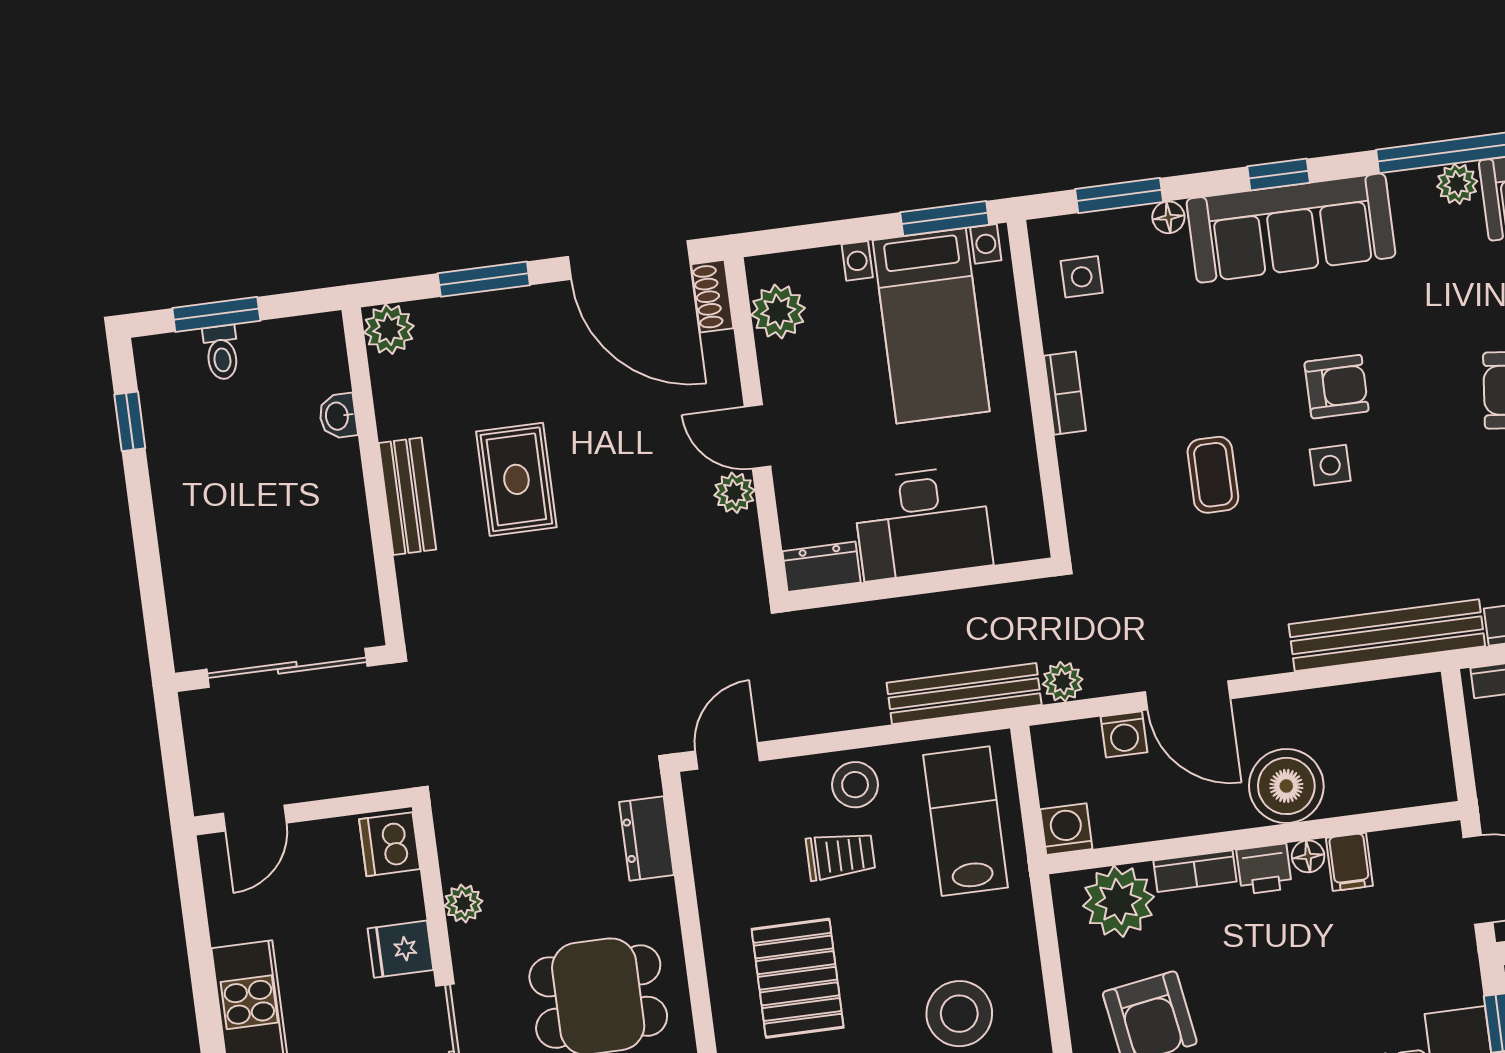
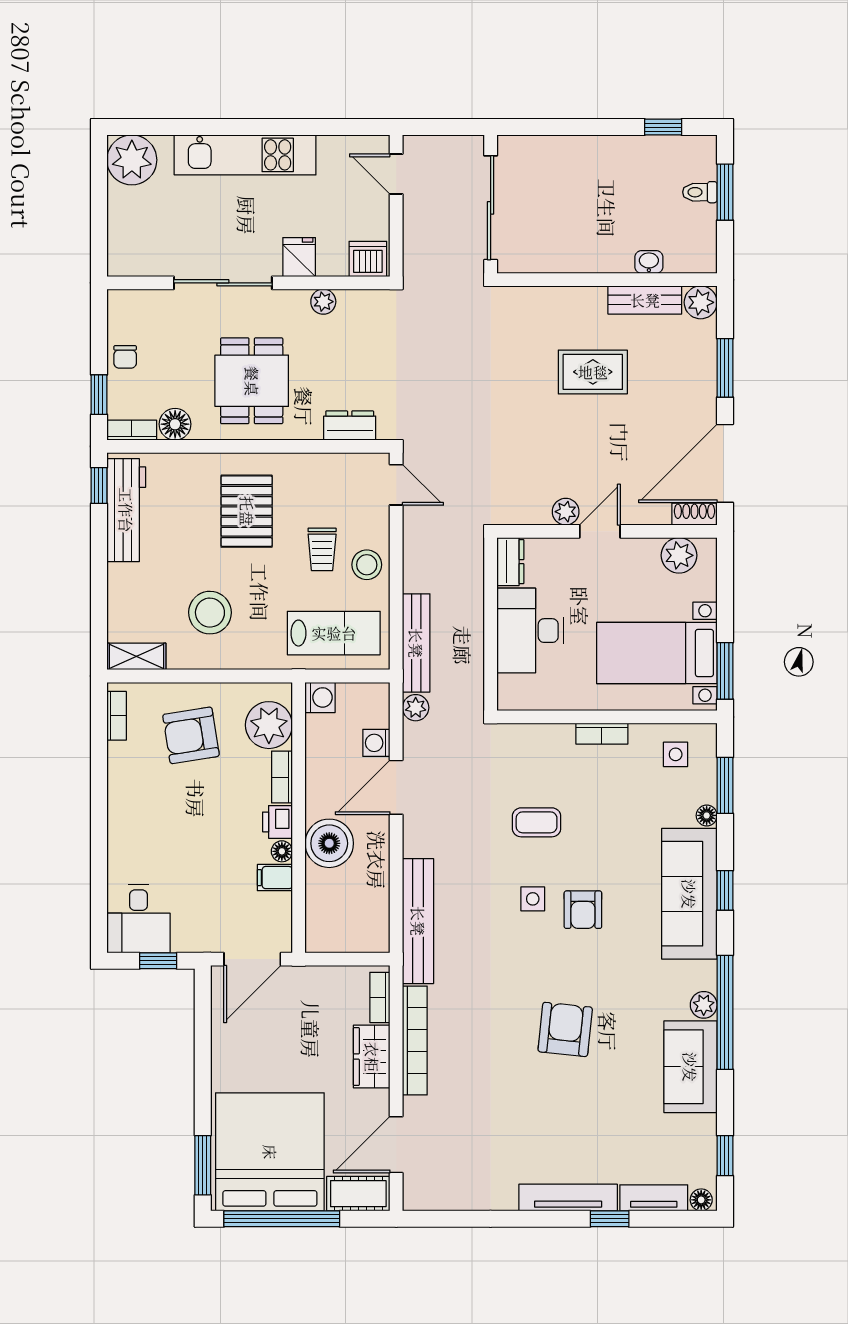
bench: (407, 496) -> (645, 300), moved
pallet: (798, 978) -> (247, 511), turned 90

